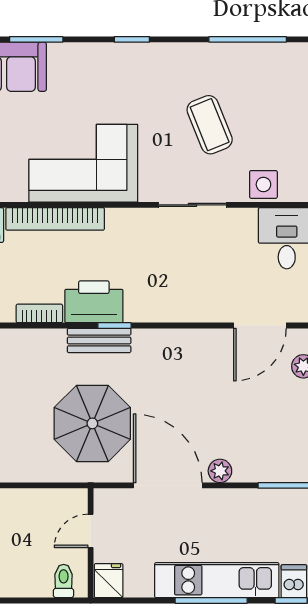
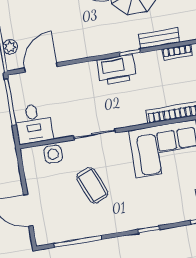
printer: (94, 302) -> (117, 70), moved
bench: (99, 340) -> (159, 38), moved

